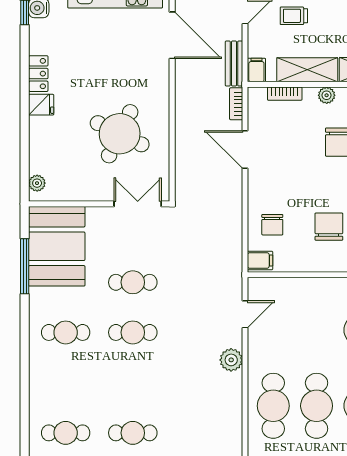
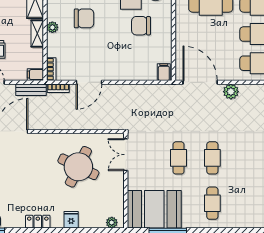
shelving: (307, 70) -> (37, 33), width x0.67, depth x0.75
bookcase: (285, 94) -> (51, 69), moved
fridge: (41, 105) -> (71, 220), moved
chair: (272, 225) -> (140, 64), removed
door: (245, 314) -> (200, 82), width x1.88

